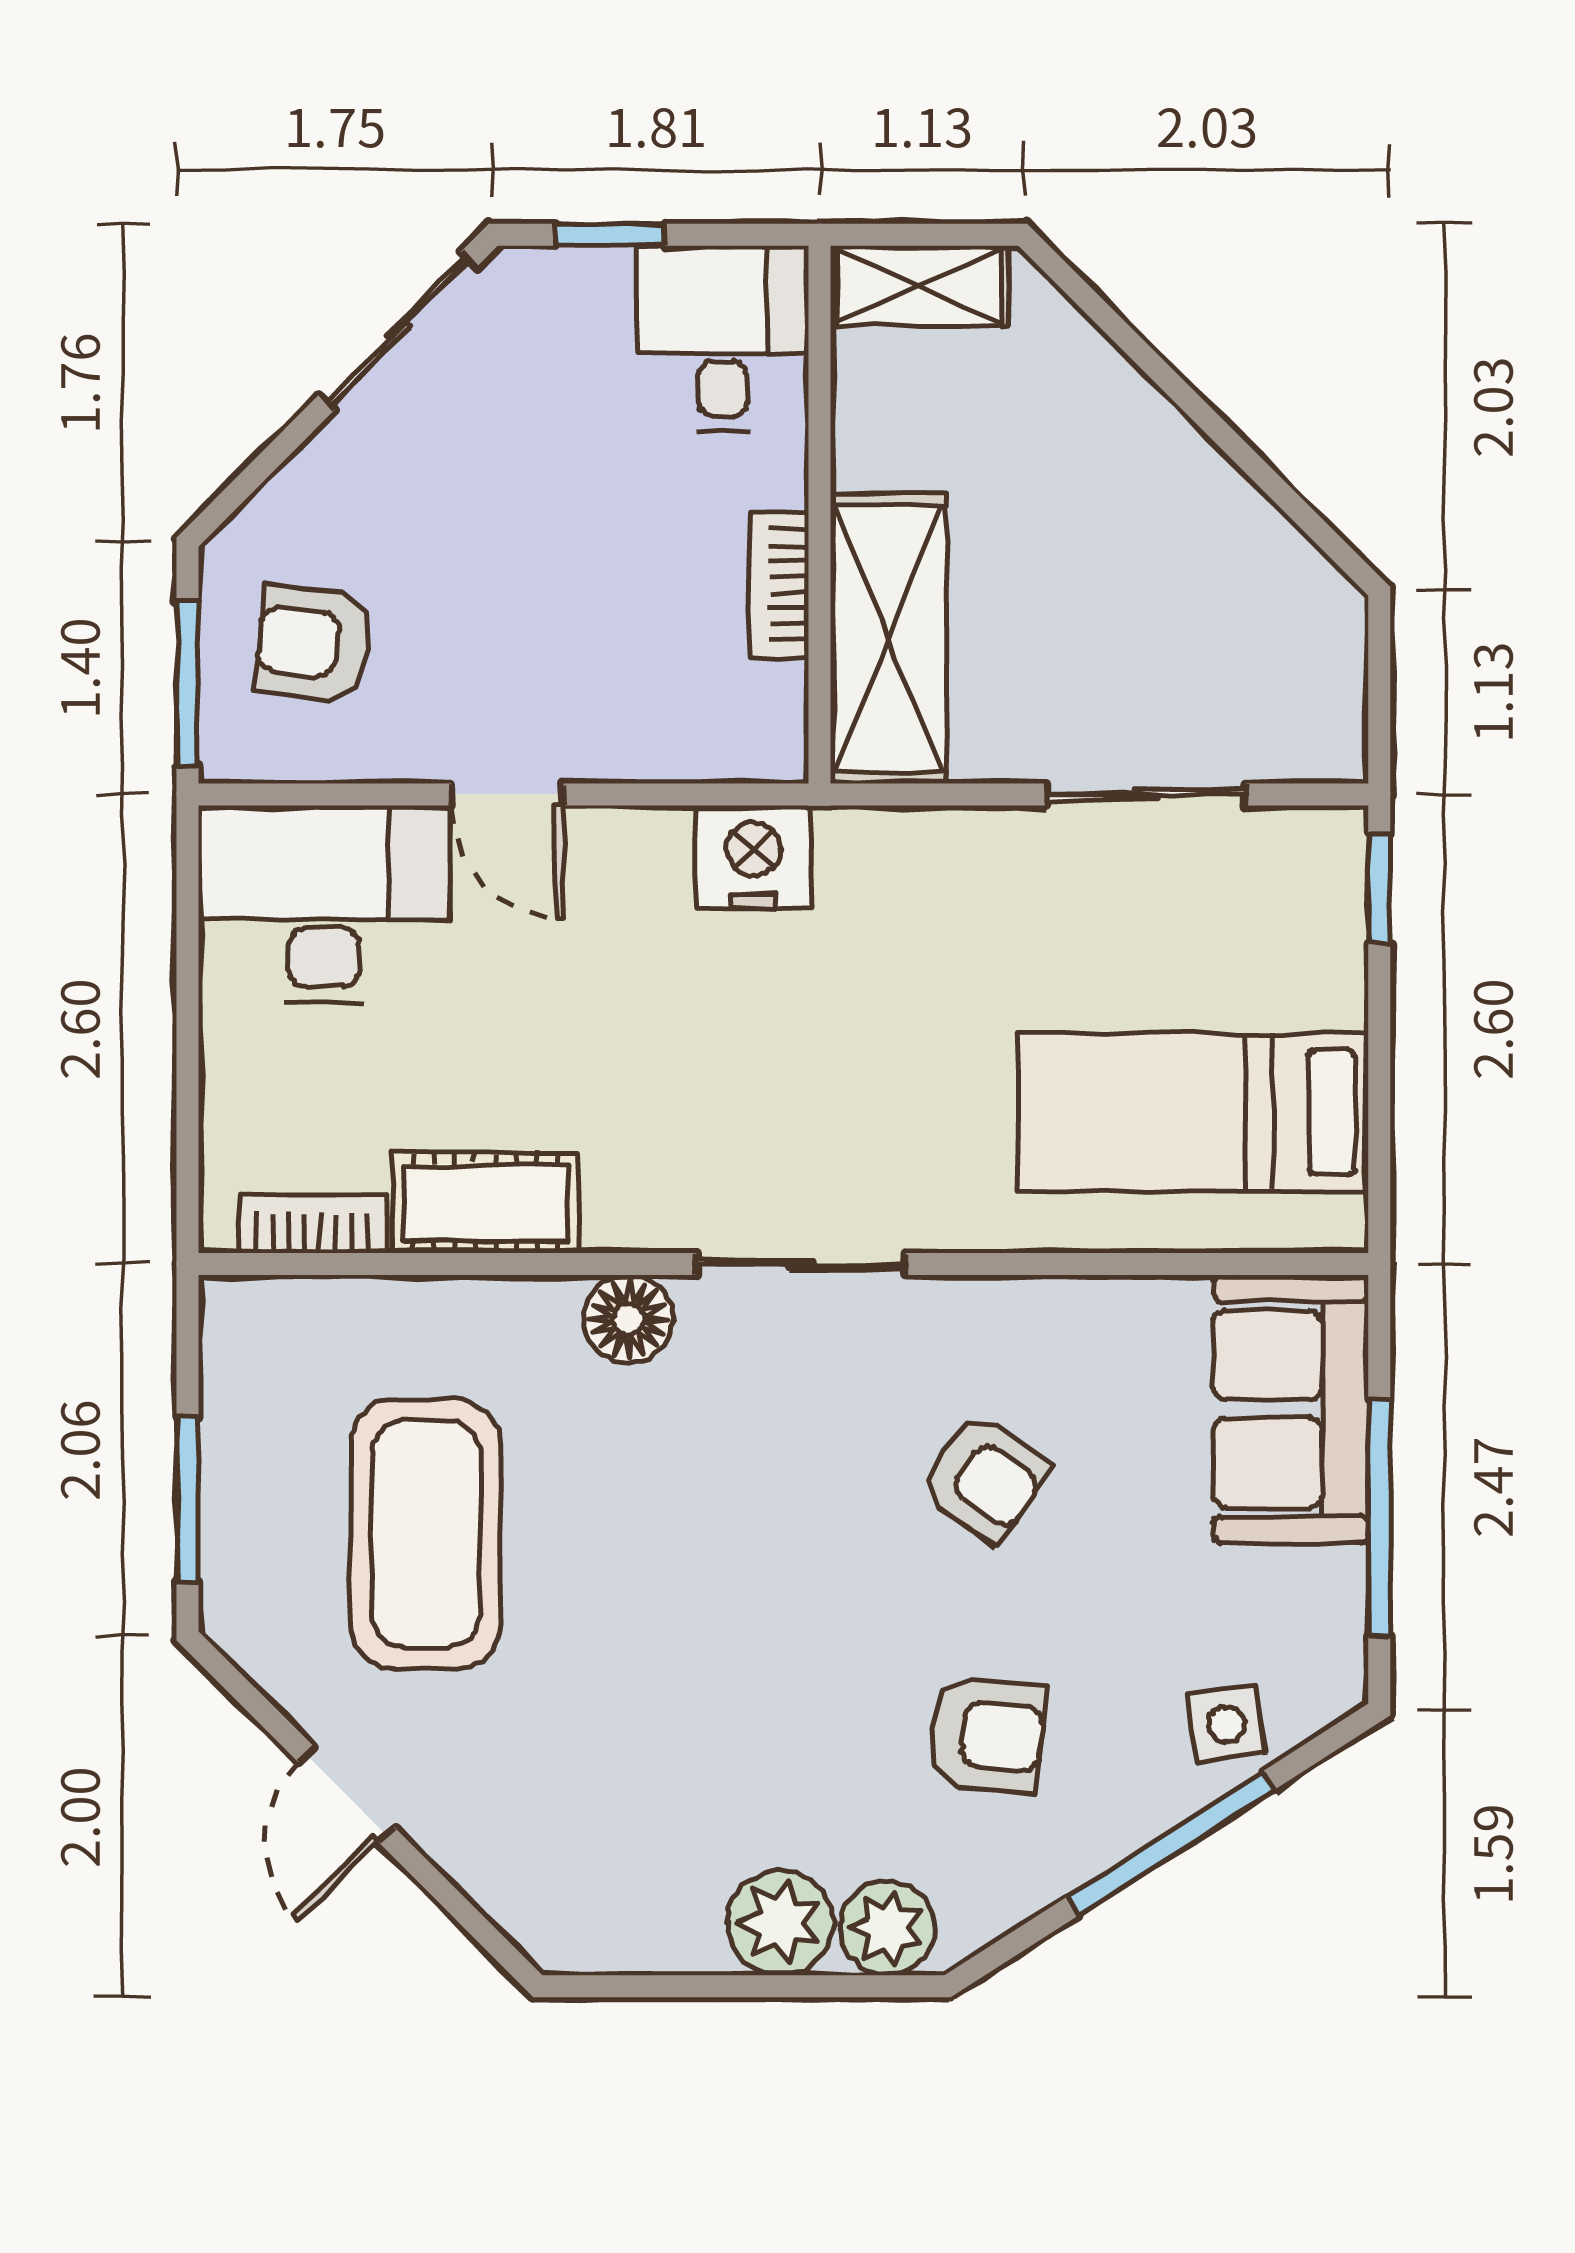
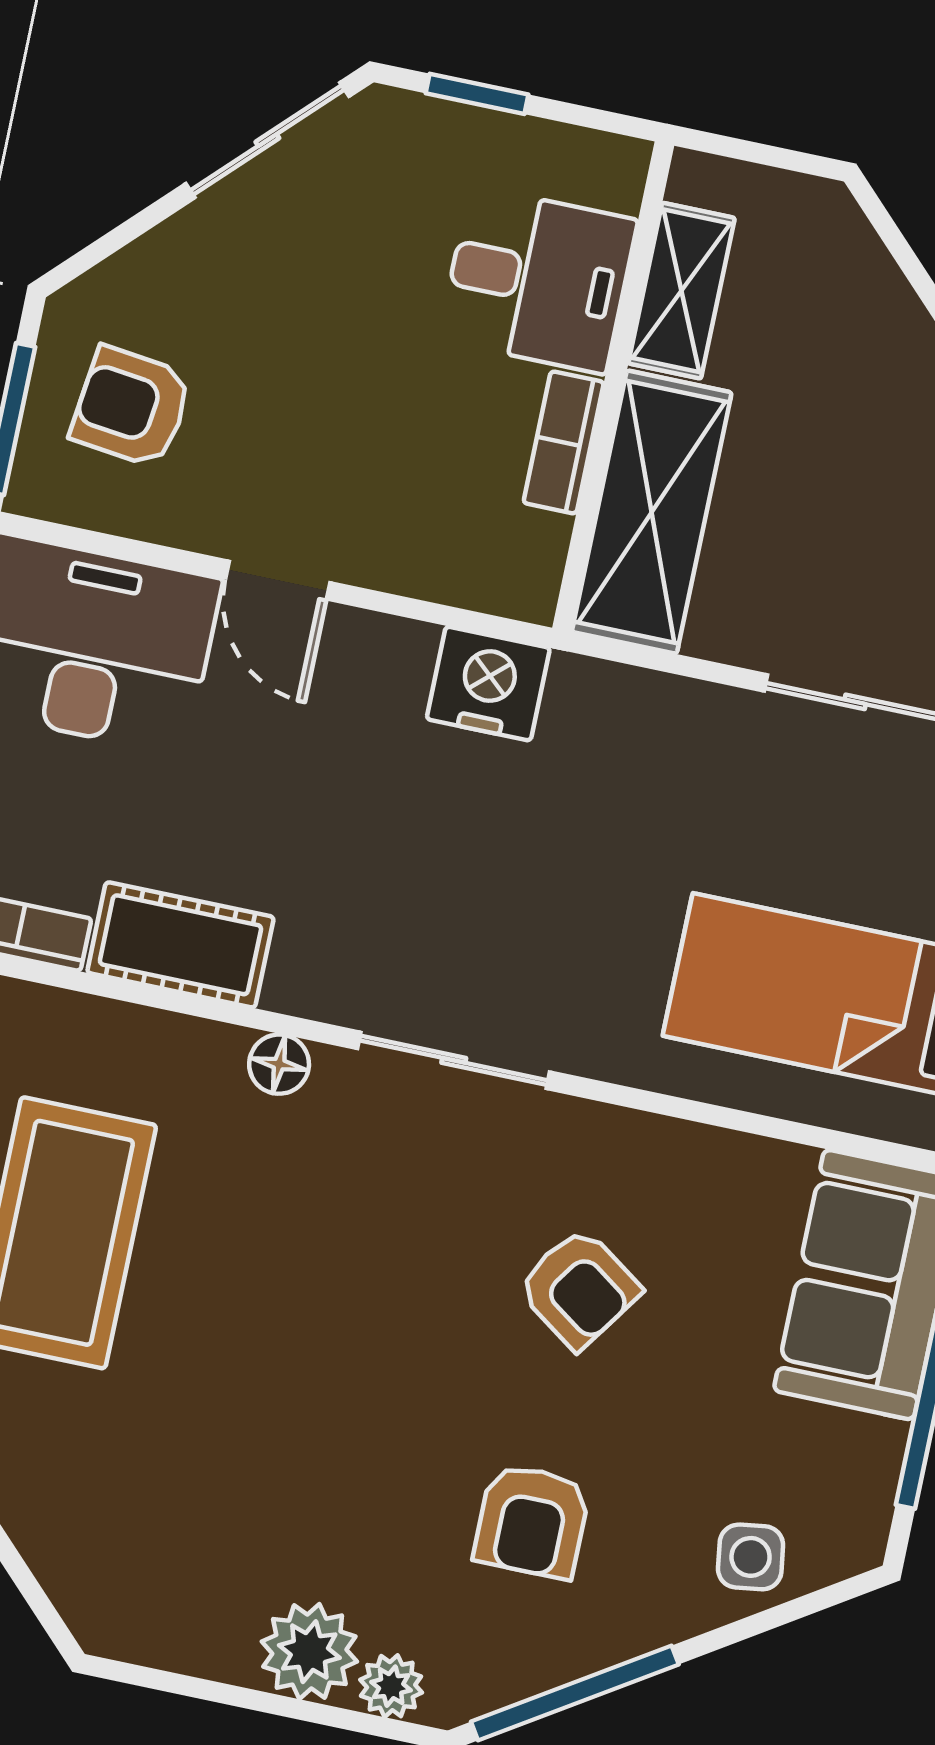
shelving: (920, 286) -> (682, 291), moved, turned 90
desk: (723, 338) -> (538, 280), moved, turned 90
floor lamp: (629, 1319) -> (279, 1064), width x0.73, depth x0.73
armchair: (987, 1735) -> (532, 1521), turned 83
window: (1170, 1843) -> (575, 1693), moved
plant: (887, 1928) -> (391, 1686), width x0.73, depth x0.73

